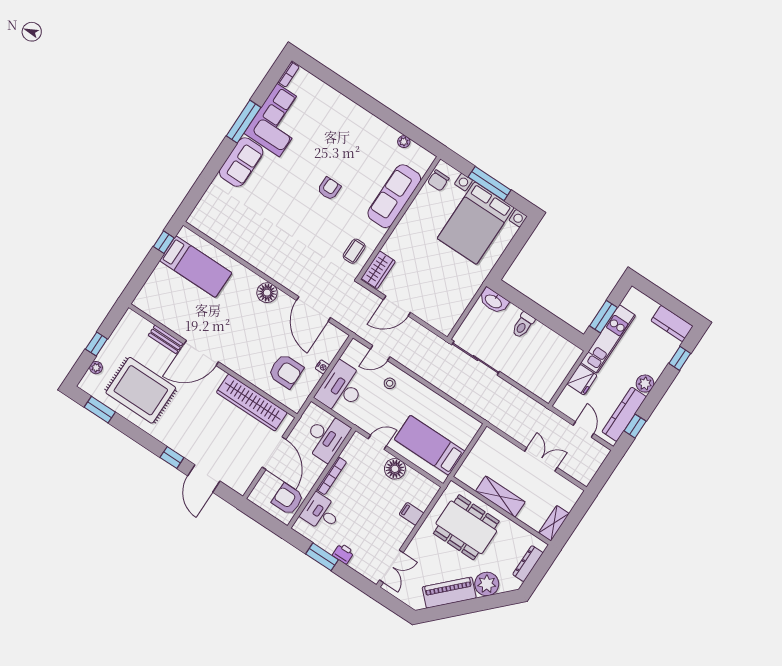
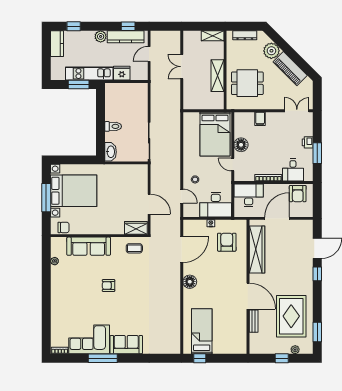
bed: (430, 445) -> (215, 134), width x1.50
dining table: (466, 527) -> (247, 83), width x0.73

